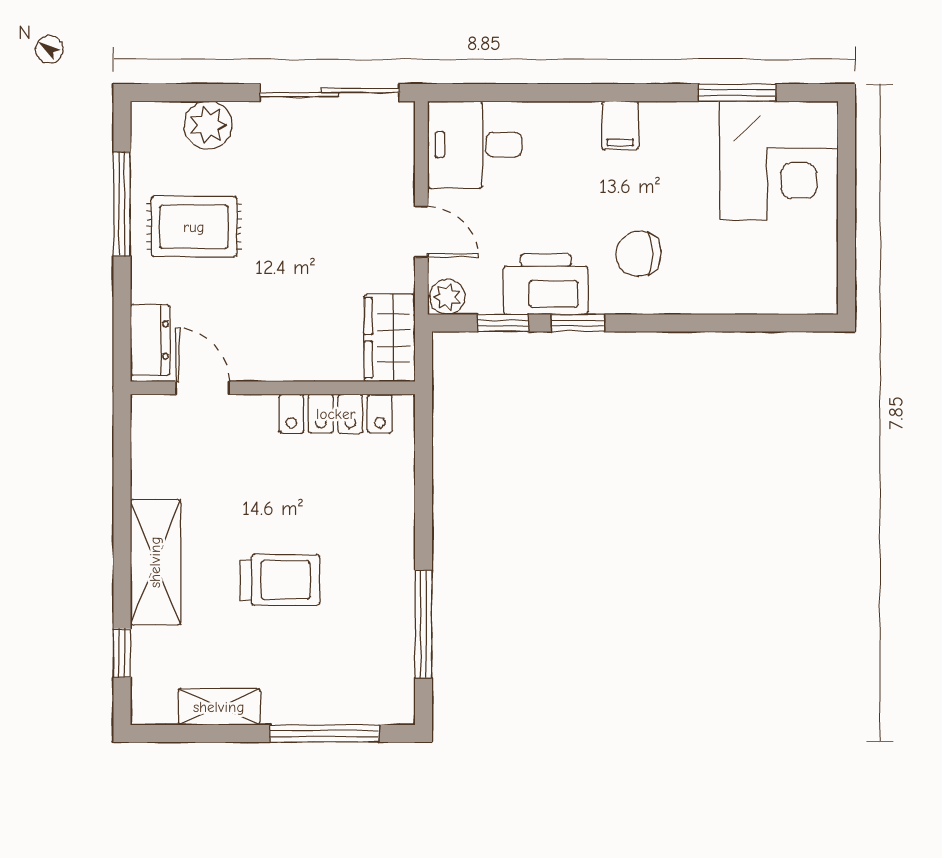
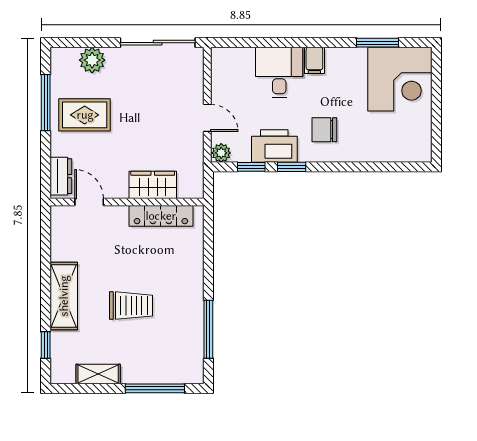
desk: (475, 145) -> (279, 73), moved, turned 90
wardrobe: (390, 338) -> (153, 185), moved, turned 90

